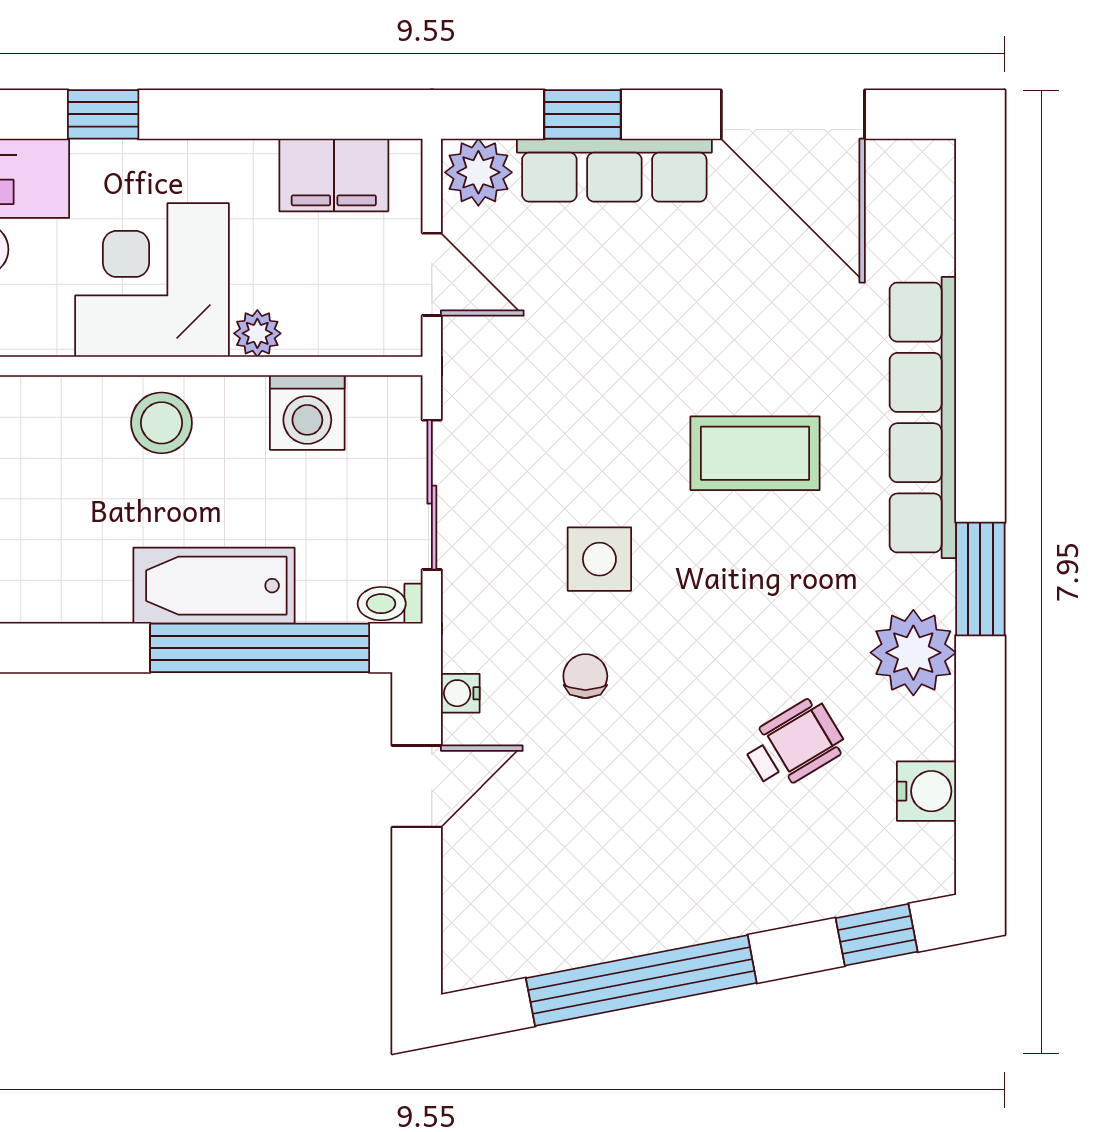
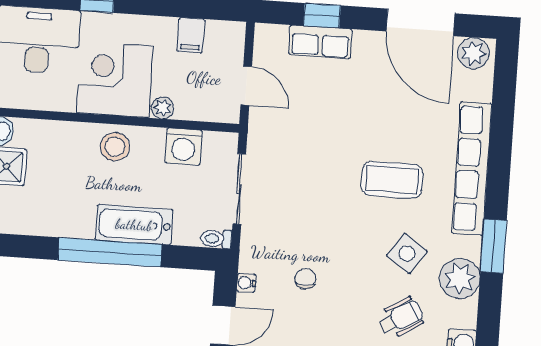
row of seats: (614, 170) -> (320, 42), width x0.68
plant: (478, 172) -> (473, 53), moved
filing cabinet: (334, 175) -> (191, 35), width x0.50
side table: (599, 559) -> (407, 253), moved, turned 35
window: (260, 648) -> (110, 252), moved

